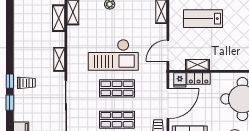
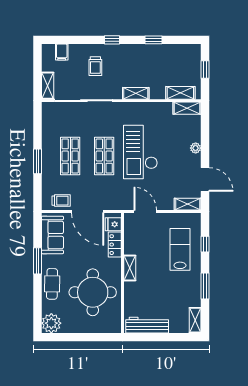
shelving: (198, 65) -> (130, 268), moved
trolley: (26, 83) -> (95, 66), moved
window: (10, 103) -> (153, 40), moved

